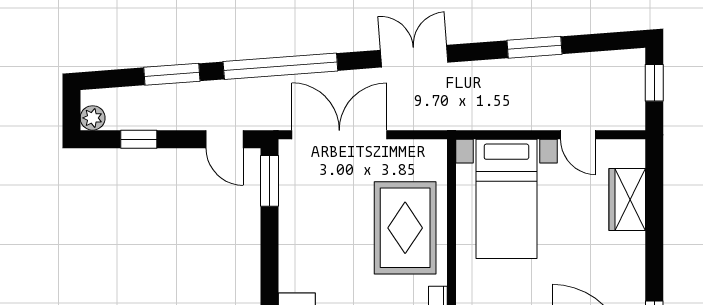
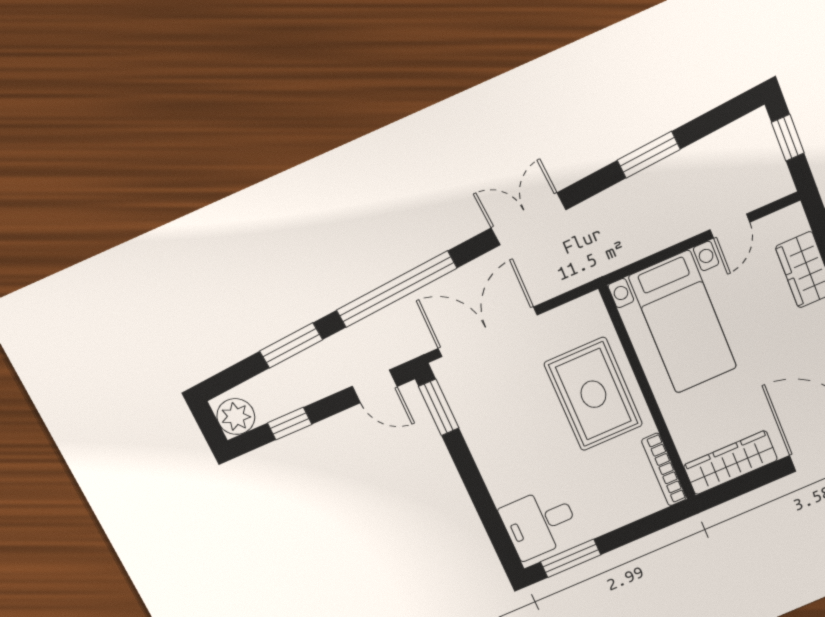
plant: (93, 118) -> (236, 417), width x1.38, depth x1.38
door: (578, 135) -> (730, 226), hinge flipped

